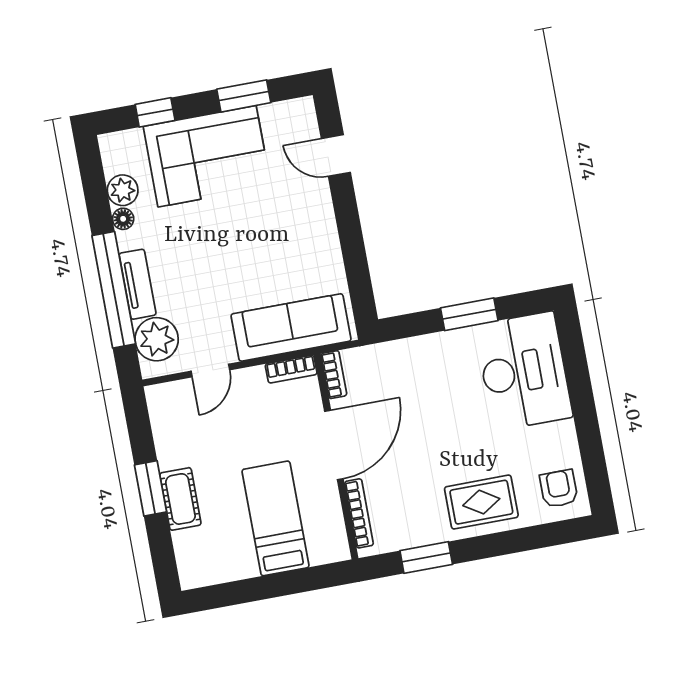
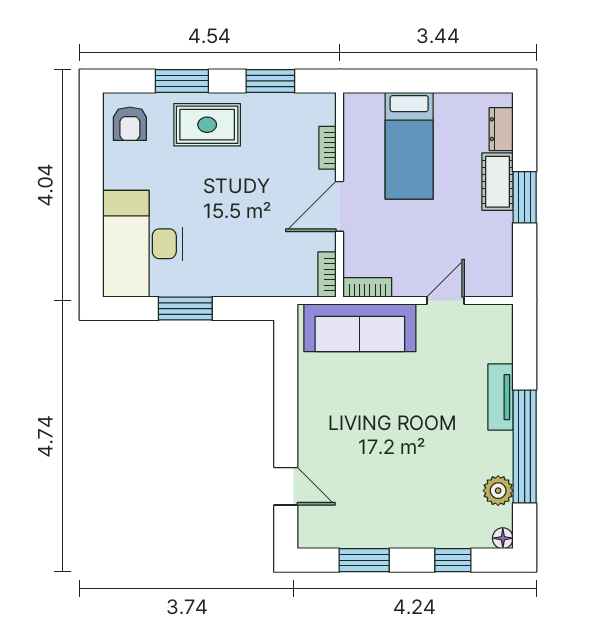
corner sofa: (207, 156) -> (410, 508), removed
floor lamp: (123, 219) -> (503, 538), moved
window: (114, 290) -> (525, 446), moved
plant: (157, 339) -> (492, 340), removed
door: (334, 445) -> (339, 206), width x0.73
bookcase: (359, 513) -> (327, 148), width x0.64
window: (515, 541) -> (182, 81), added
dresser: (187, 552) -> (501, 129), added

